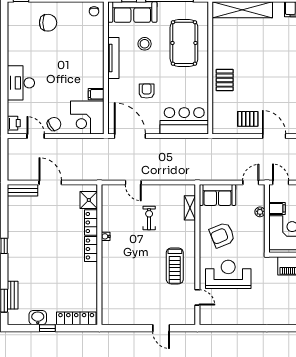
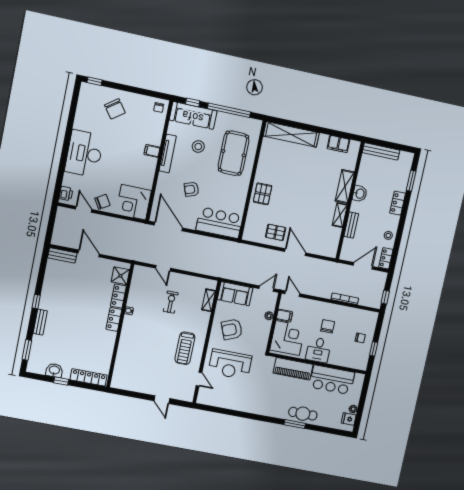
chair: (48, 23) -> (115, 109), turned 54
desk: (21, 83) -> (84, 154), width x1.36, depth x1.30
armchair: (147, 91) -> (191, 189), turned -110
filing cabinet: (96, 94) -> (152, 151), moved
reception desk: (228, 274) -> (230, 364), turned 180
bench: (13, 295) -> (40, 322), moved

